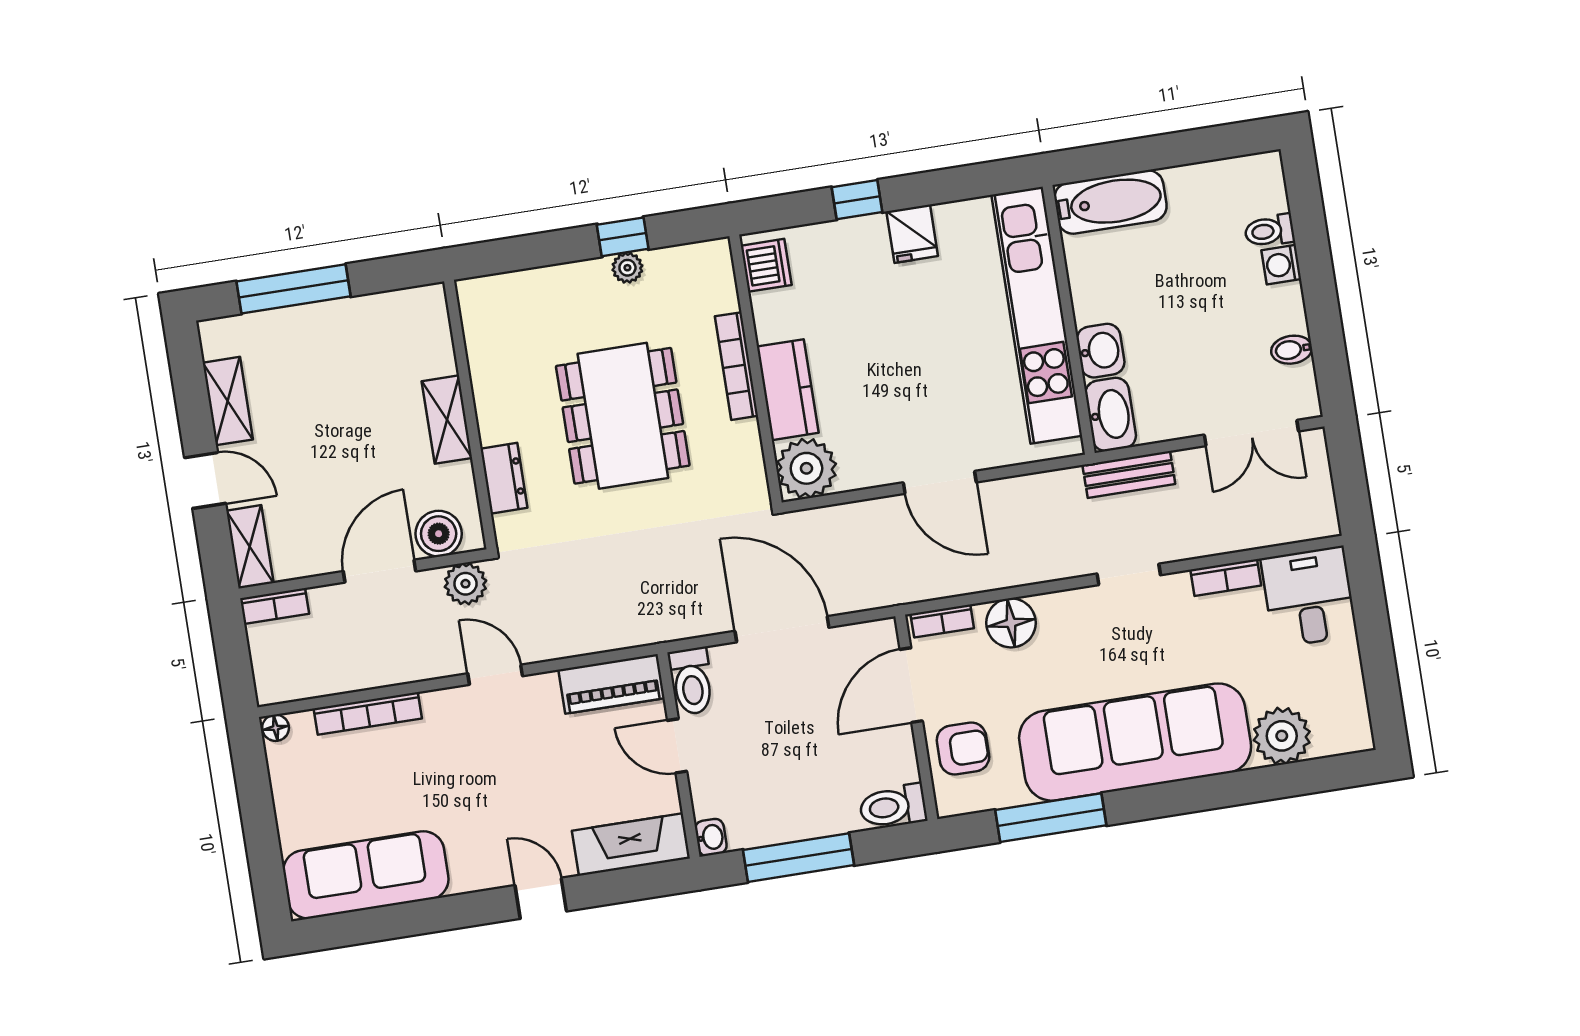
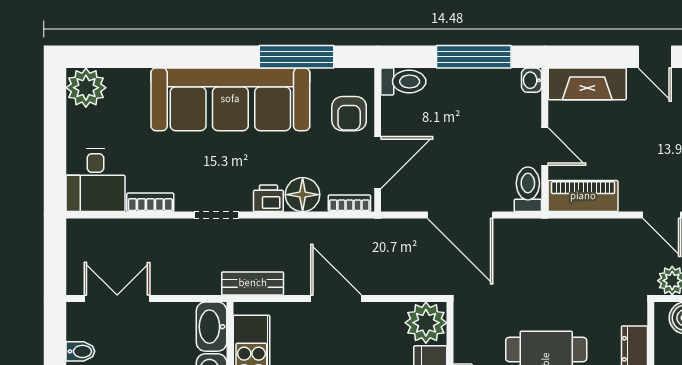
bench: (1129, 474) -> (253, 283), moved
printer: (1059, 610) -> (268, 198), added
plant: (1282, 736) -> (86, 88), moved
armchair: (963, 749) -> (349, 114), turned -90

